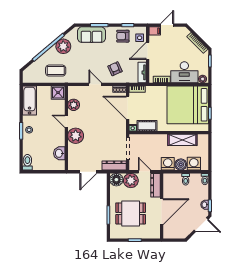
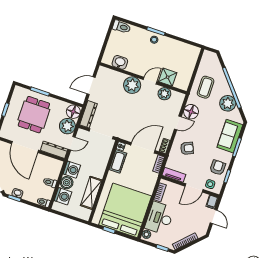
door: (148, 51) -> (194, 188), swing flipped
floor lamp: (82, 76) -> (191, 112), added
shower: (58, 93) -> (168, 77), moved
bathtub: (30, 100) -> (184, 50), removed
door: (88, 172) -> (91, 86), hinge flipped

